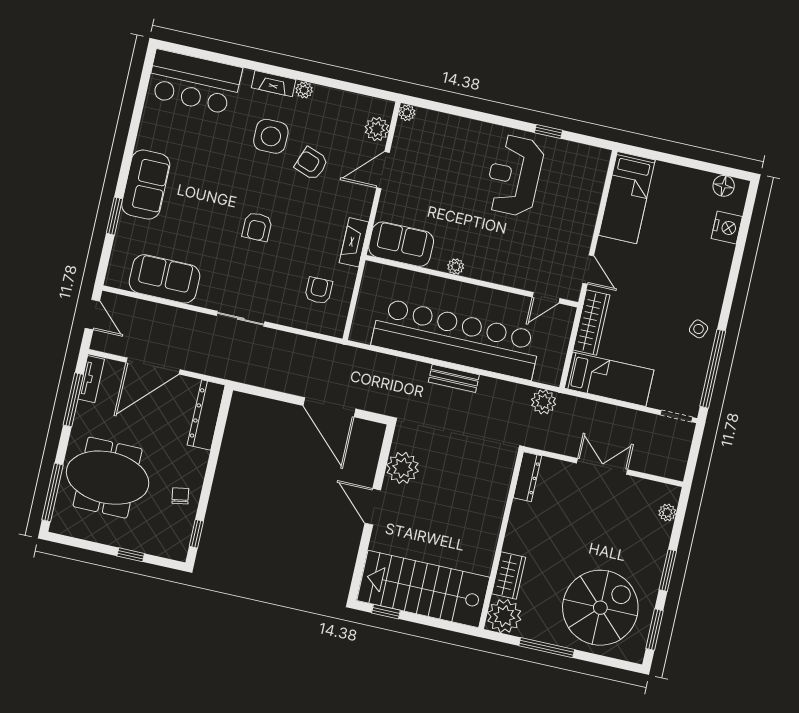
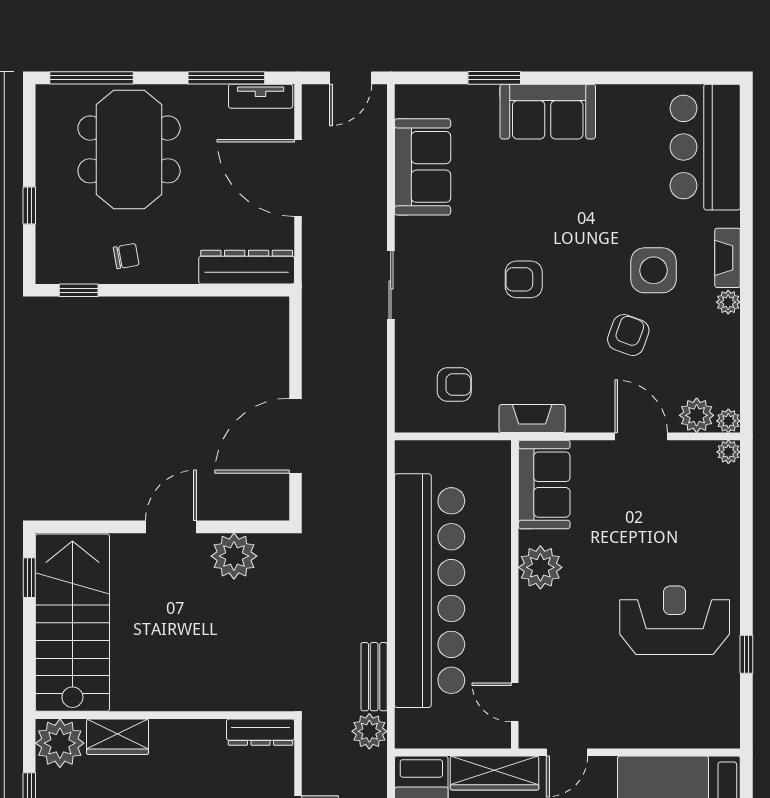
plant: (386, 108) -> (728, 421), added
plant: (456, 267) -> (540, 567), width x1.87, depth x1.87
bench: (454, 378) -> (374, 677), moved

